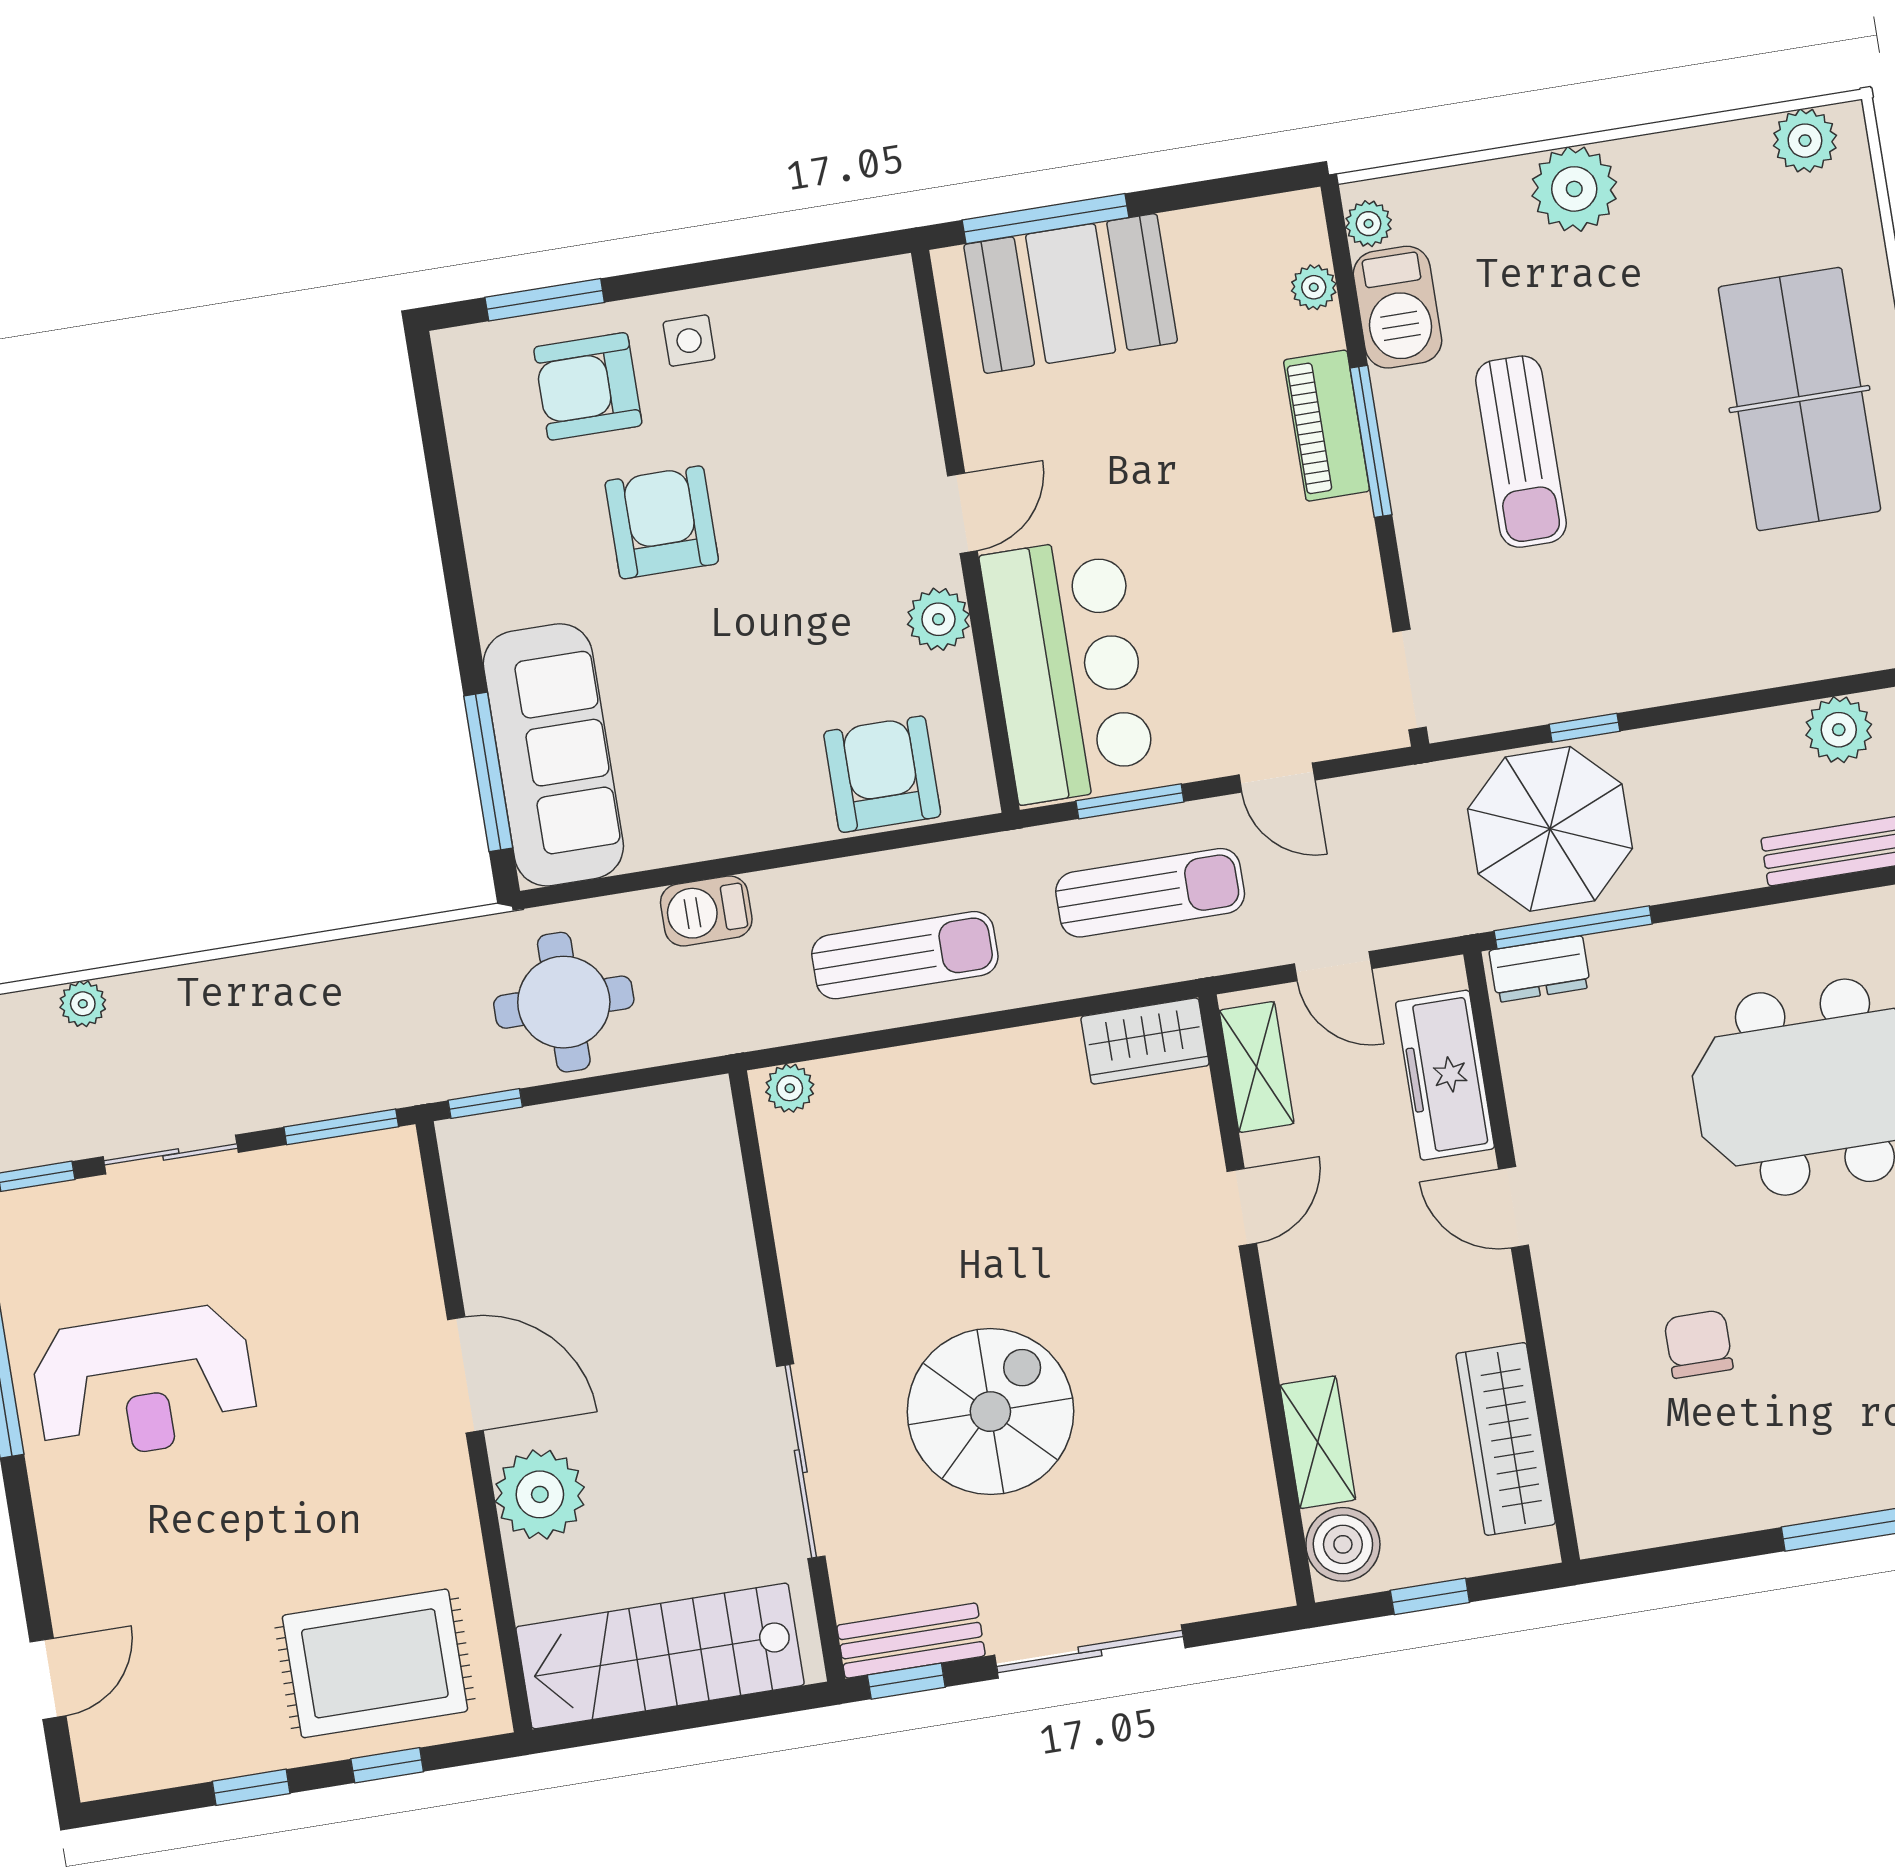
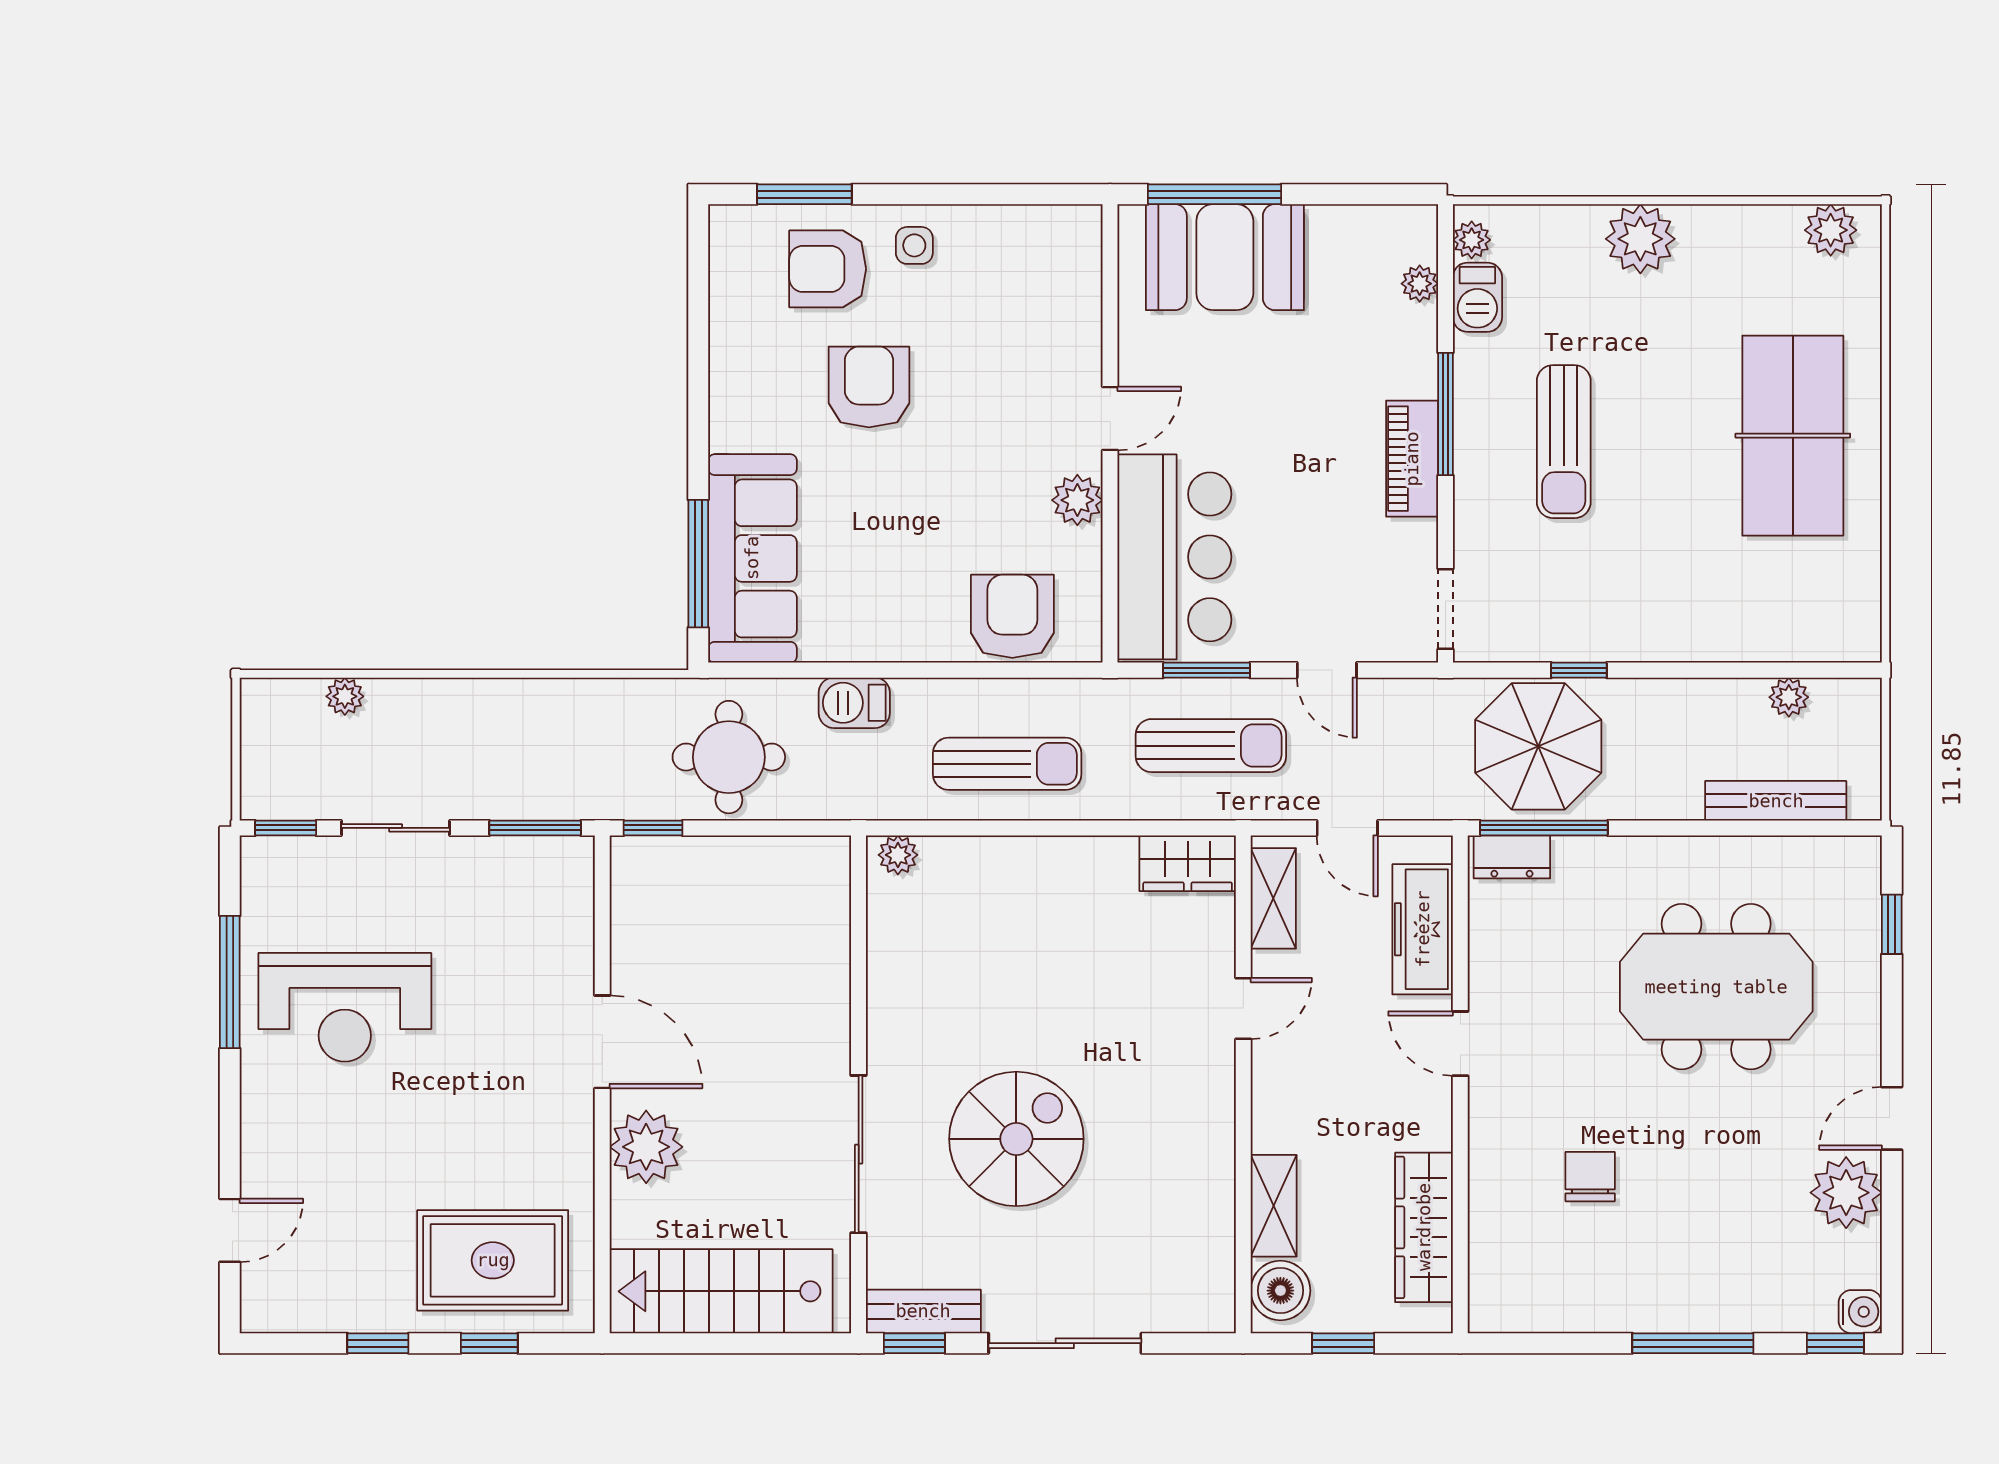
barbecue: (1398, 307) -> (1477, 297), width x0.73, depth x0.79
piano: (1327, 426) -> (1412, 459), moved
plant: (1839, 730) -> (1789, 697), width x0.73, depth x0.73

